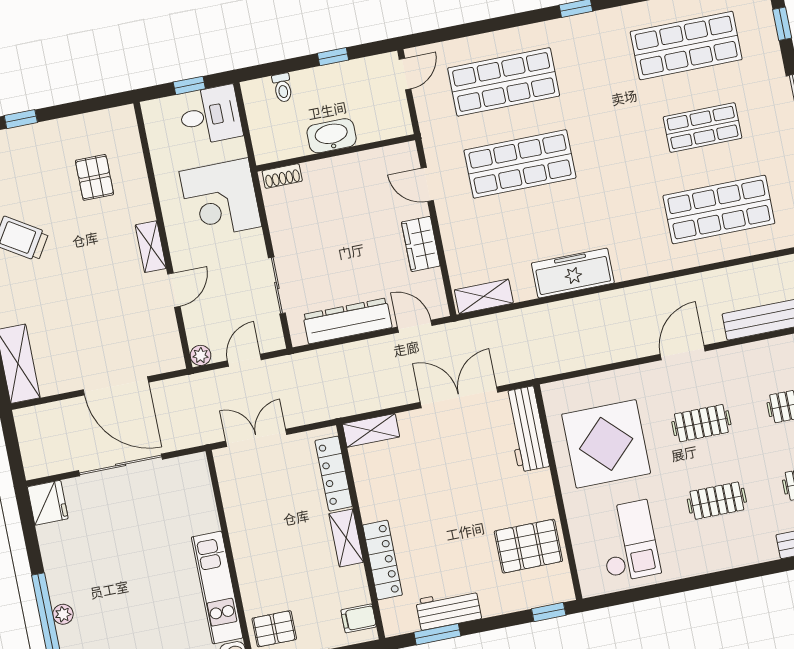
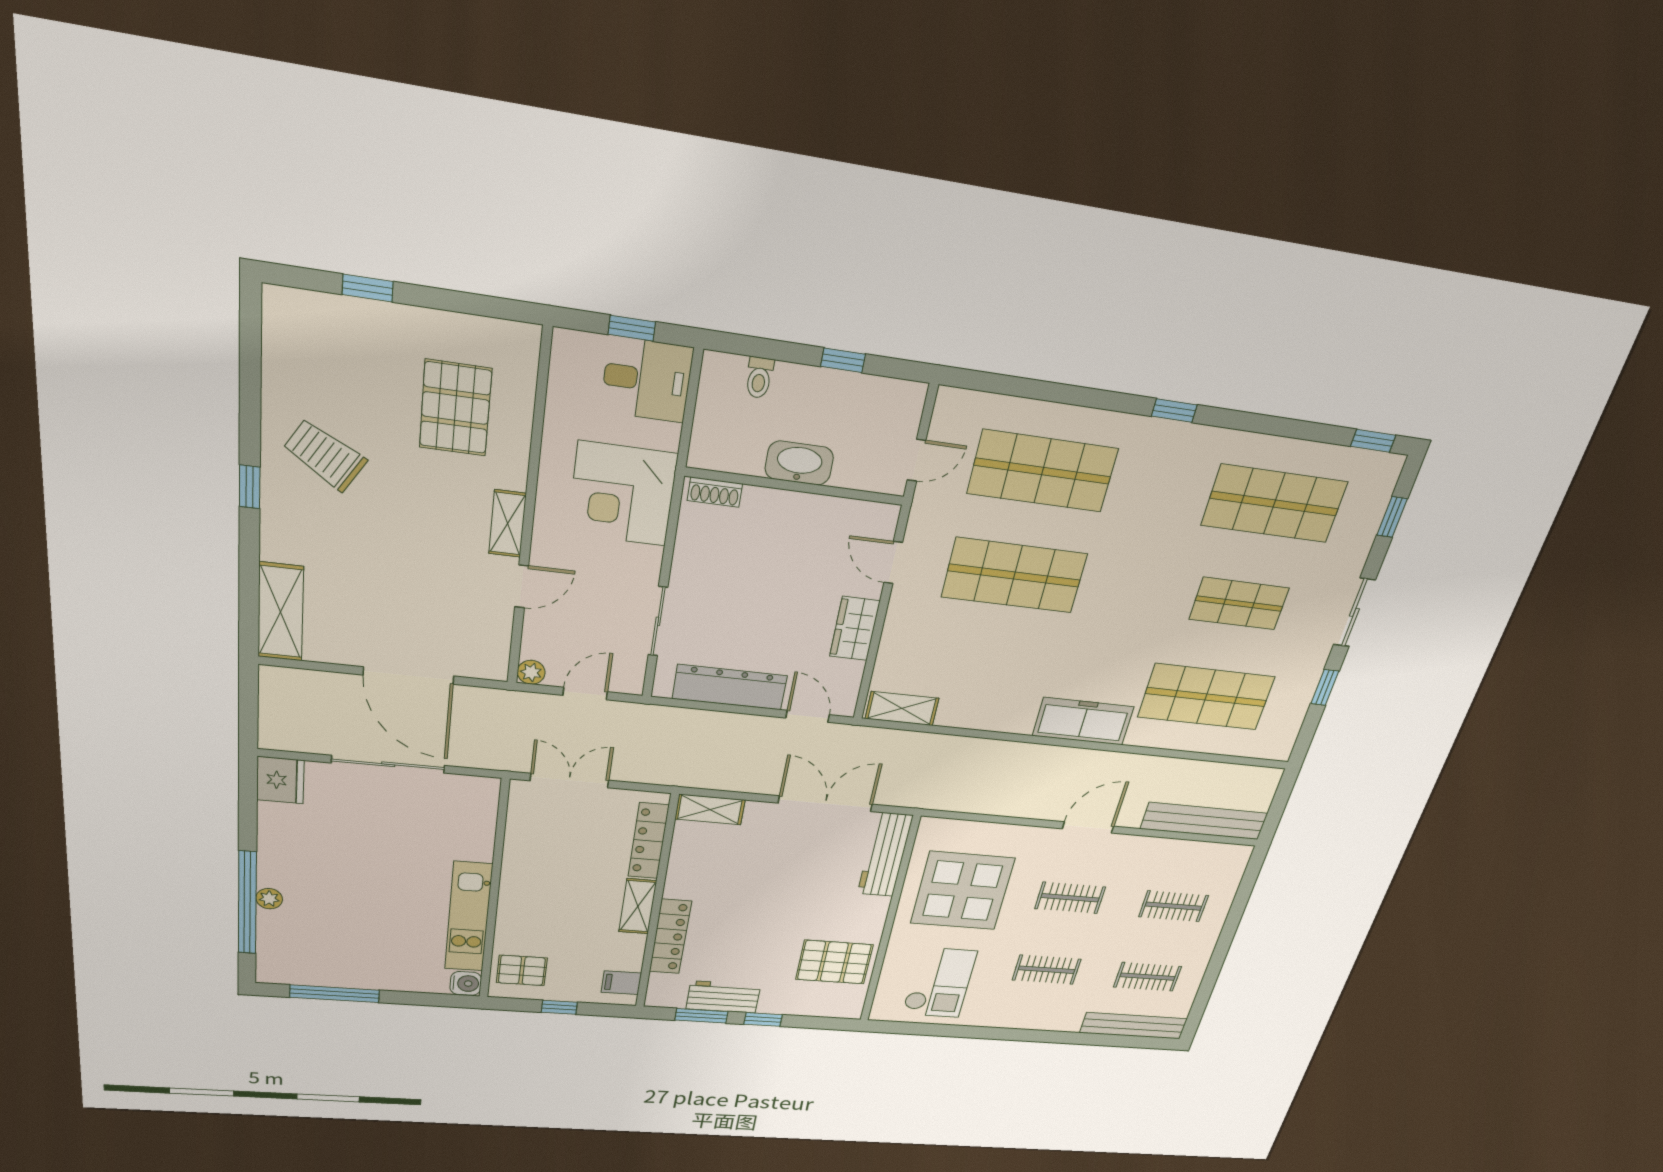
door: (405, 74) -> (917, 460), moved
pallet: (95, 177) -> (456, 408), width x1.50, depth x1.42
freezer: (573, 273) -> (1083, 721), moved
window: (549, 612) -> (763, 1019), moved

